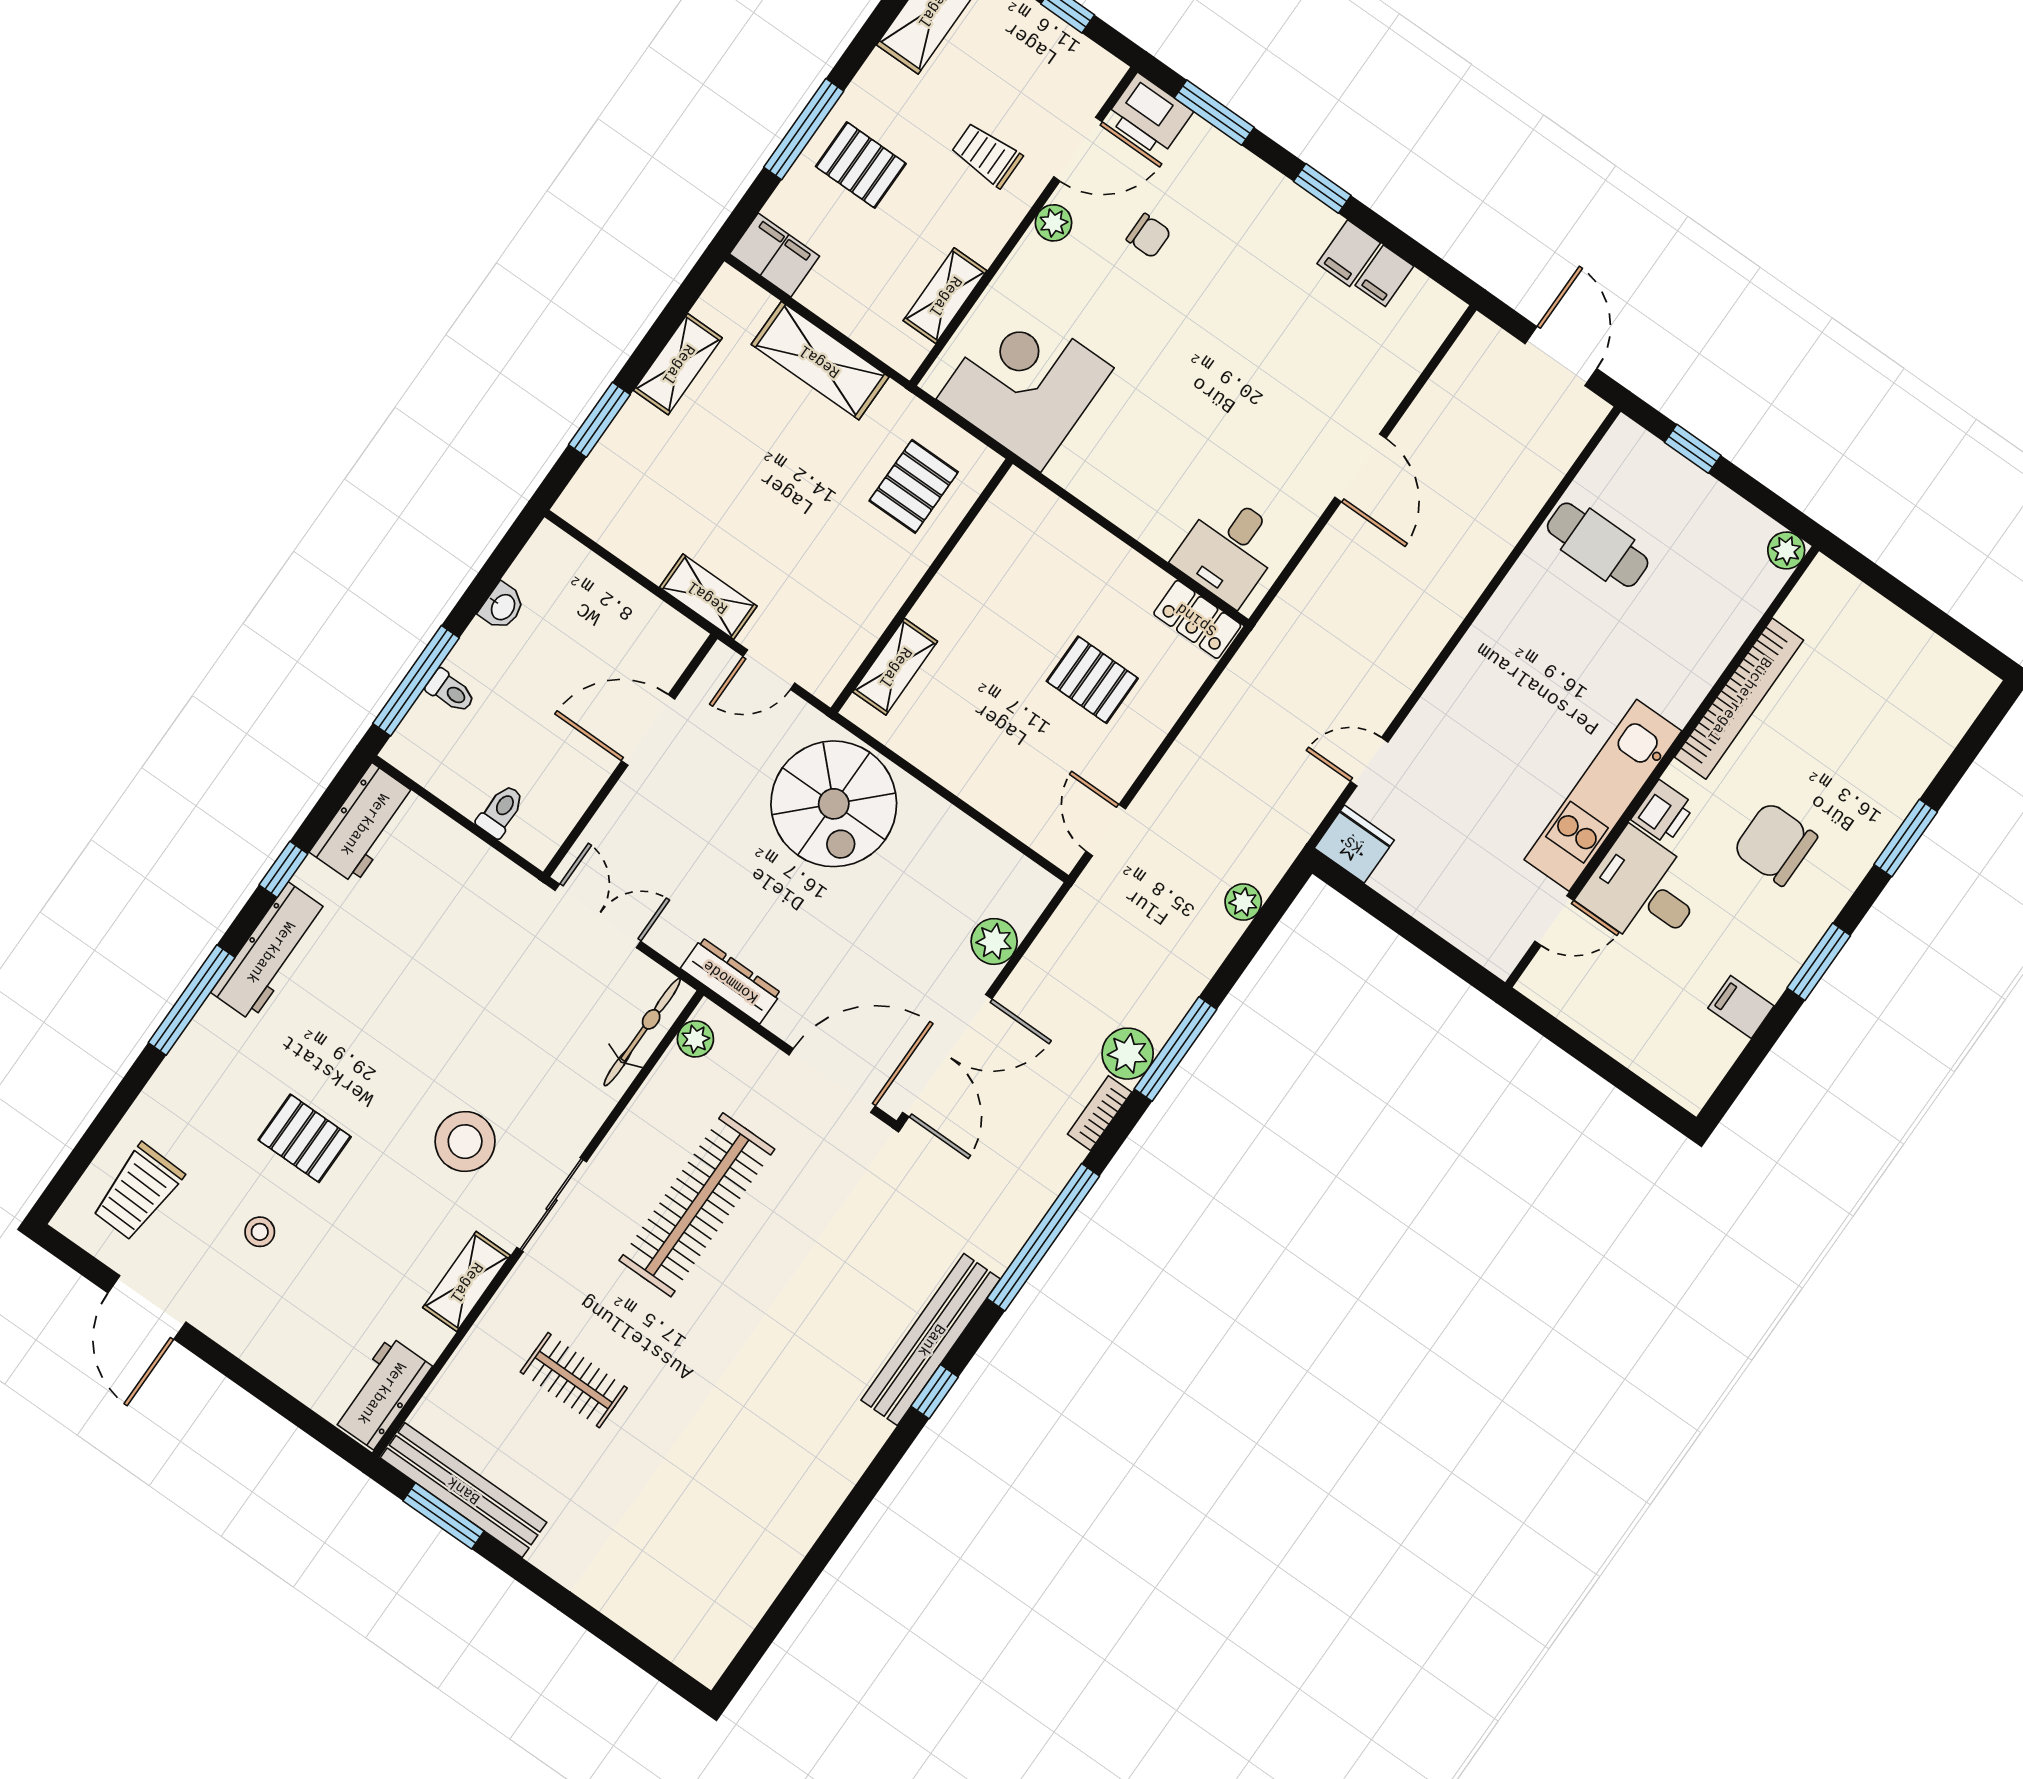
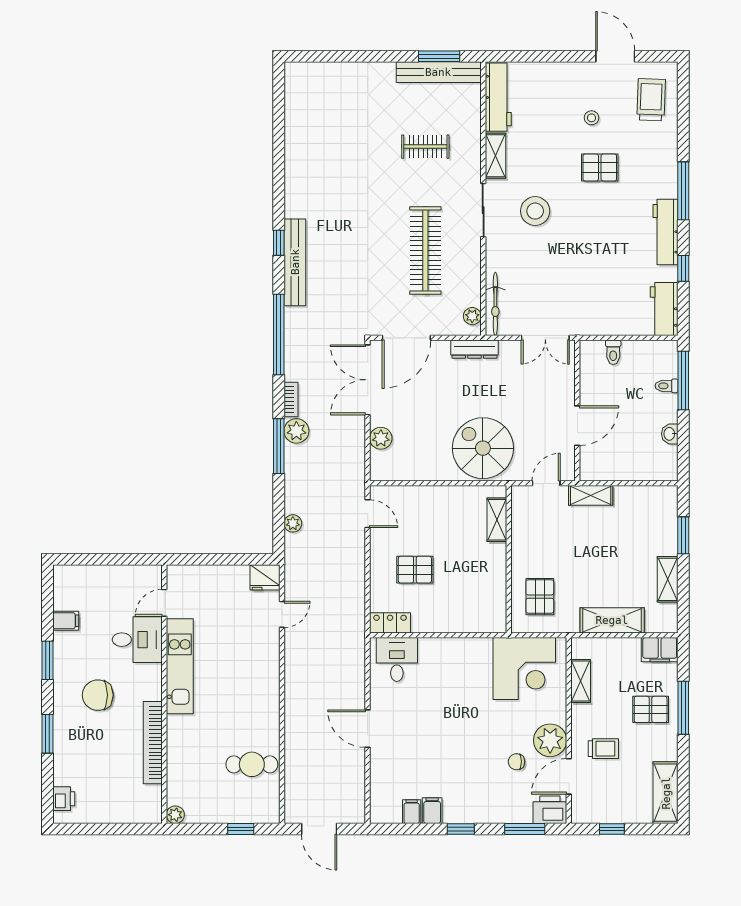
plant: (1054, 223) -> (550, 740), width x1.88, depth x1.88
printer: (1663, 812) -> (64, 799), moved, turned 180
chair: (1775, 844) -> (98, 695), turned 180
workbench: (381, 1393) -> (498, 97), width x1.38

